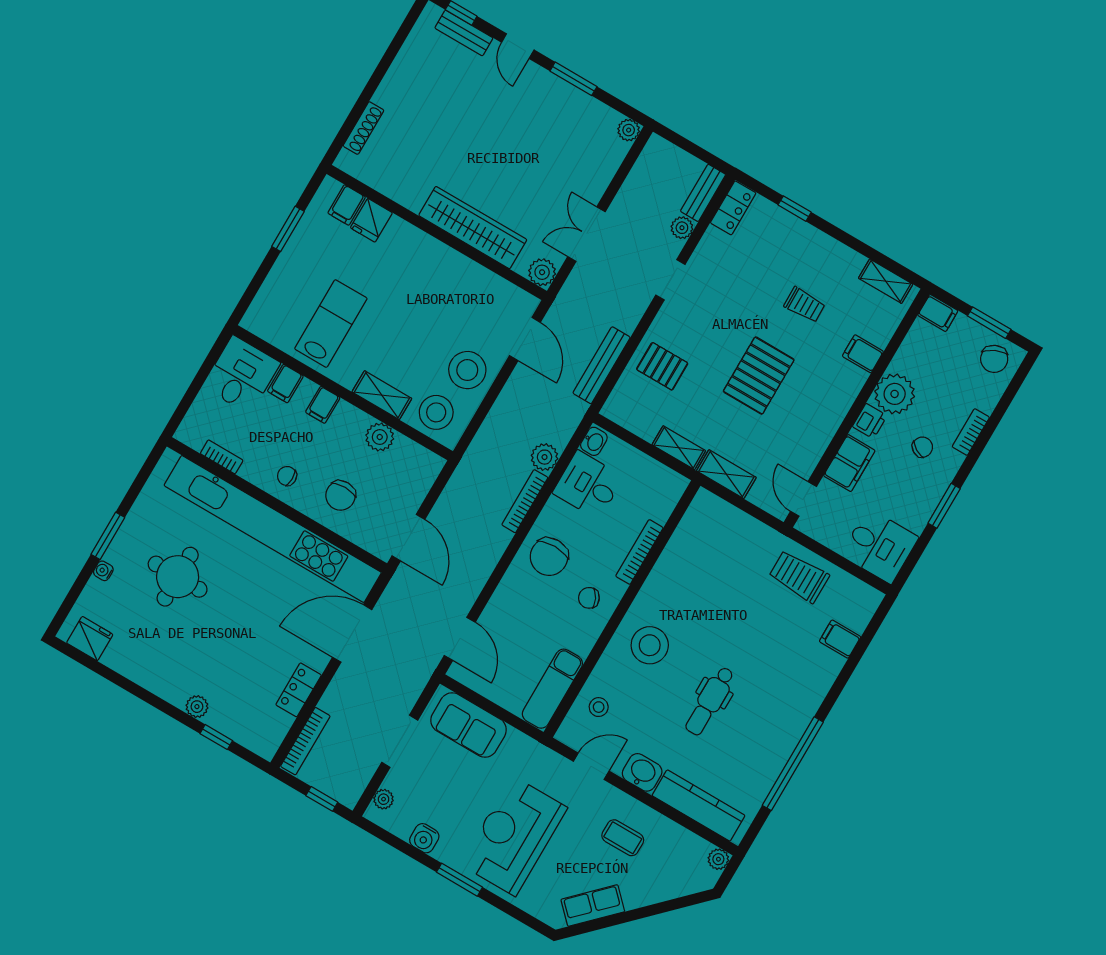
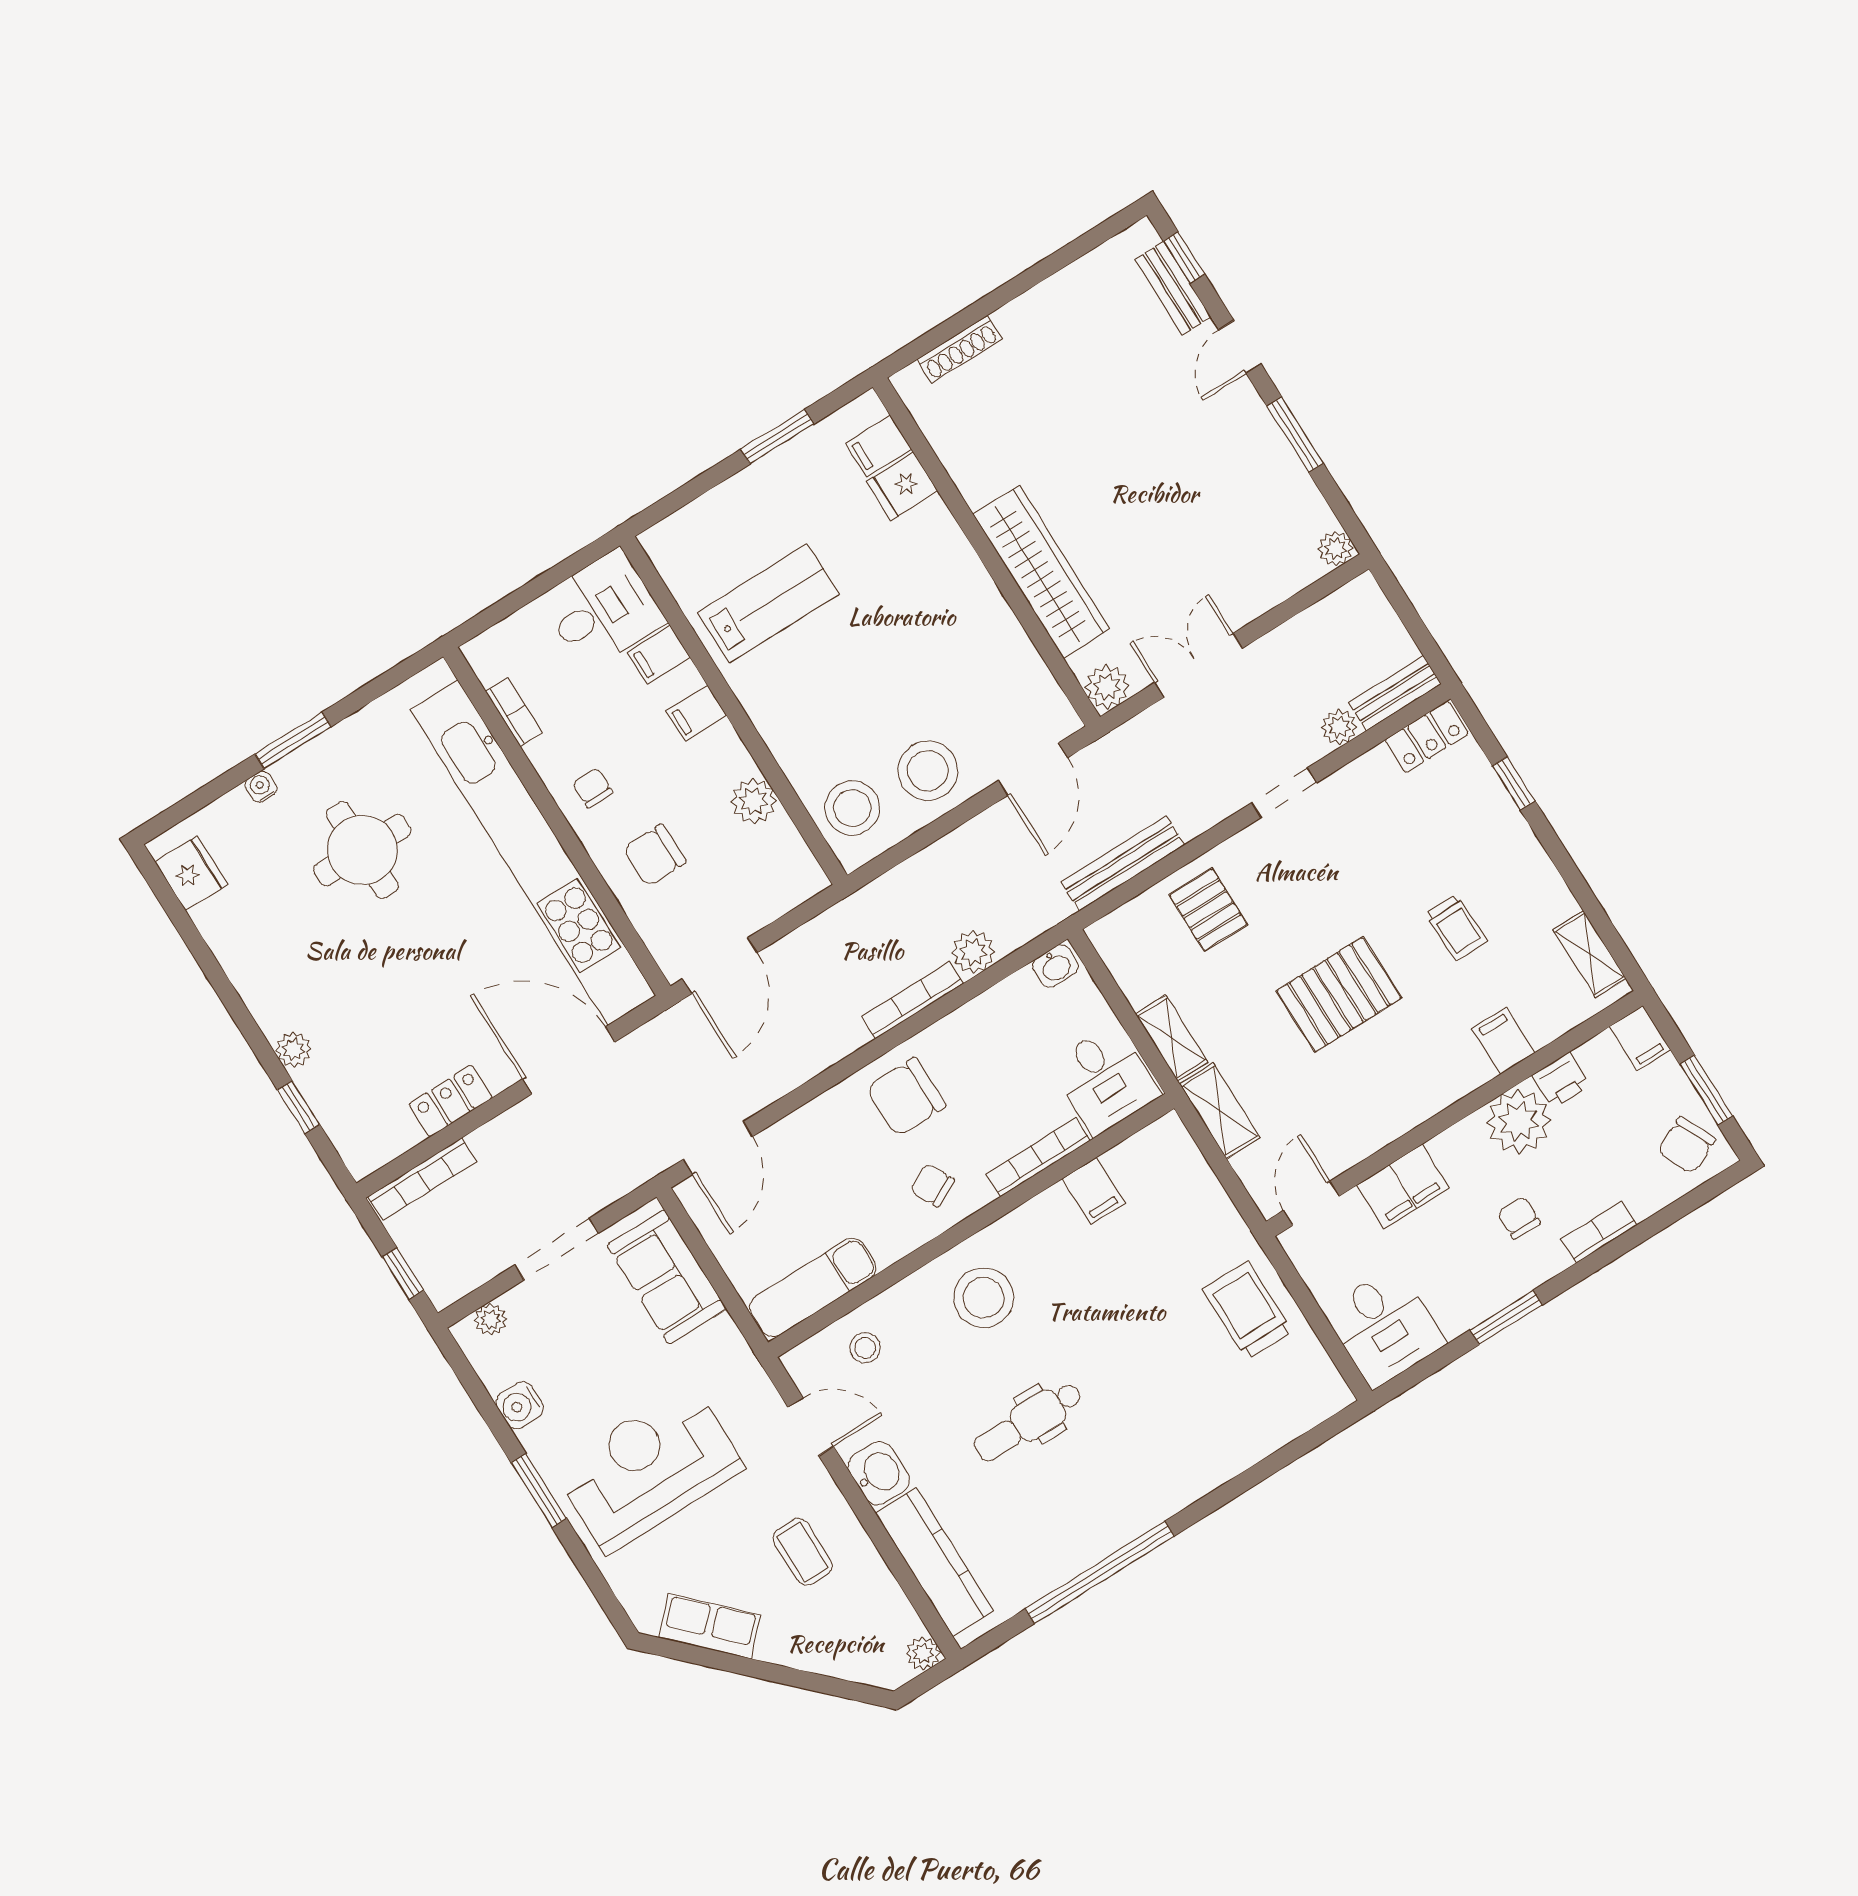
shelving: (382, 395) -> (788, 743), removed
printer: (870, 421) -> (1561, 1080), moved
chair: (922, 447) -> (1519, 1218), turned -121
desk: (588, 485) -> (1105, 1080), moved, turned 180
filing cabinet: (840, 639) -> (1093, 1191), moved, turned 180

